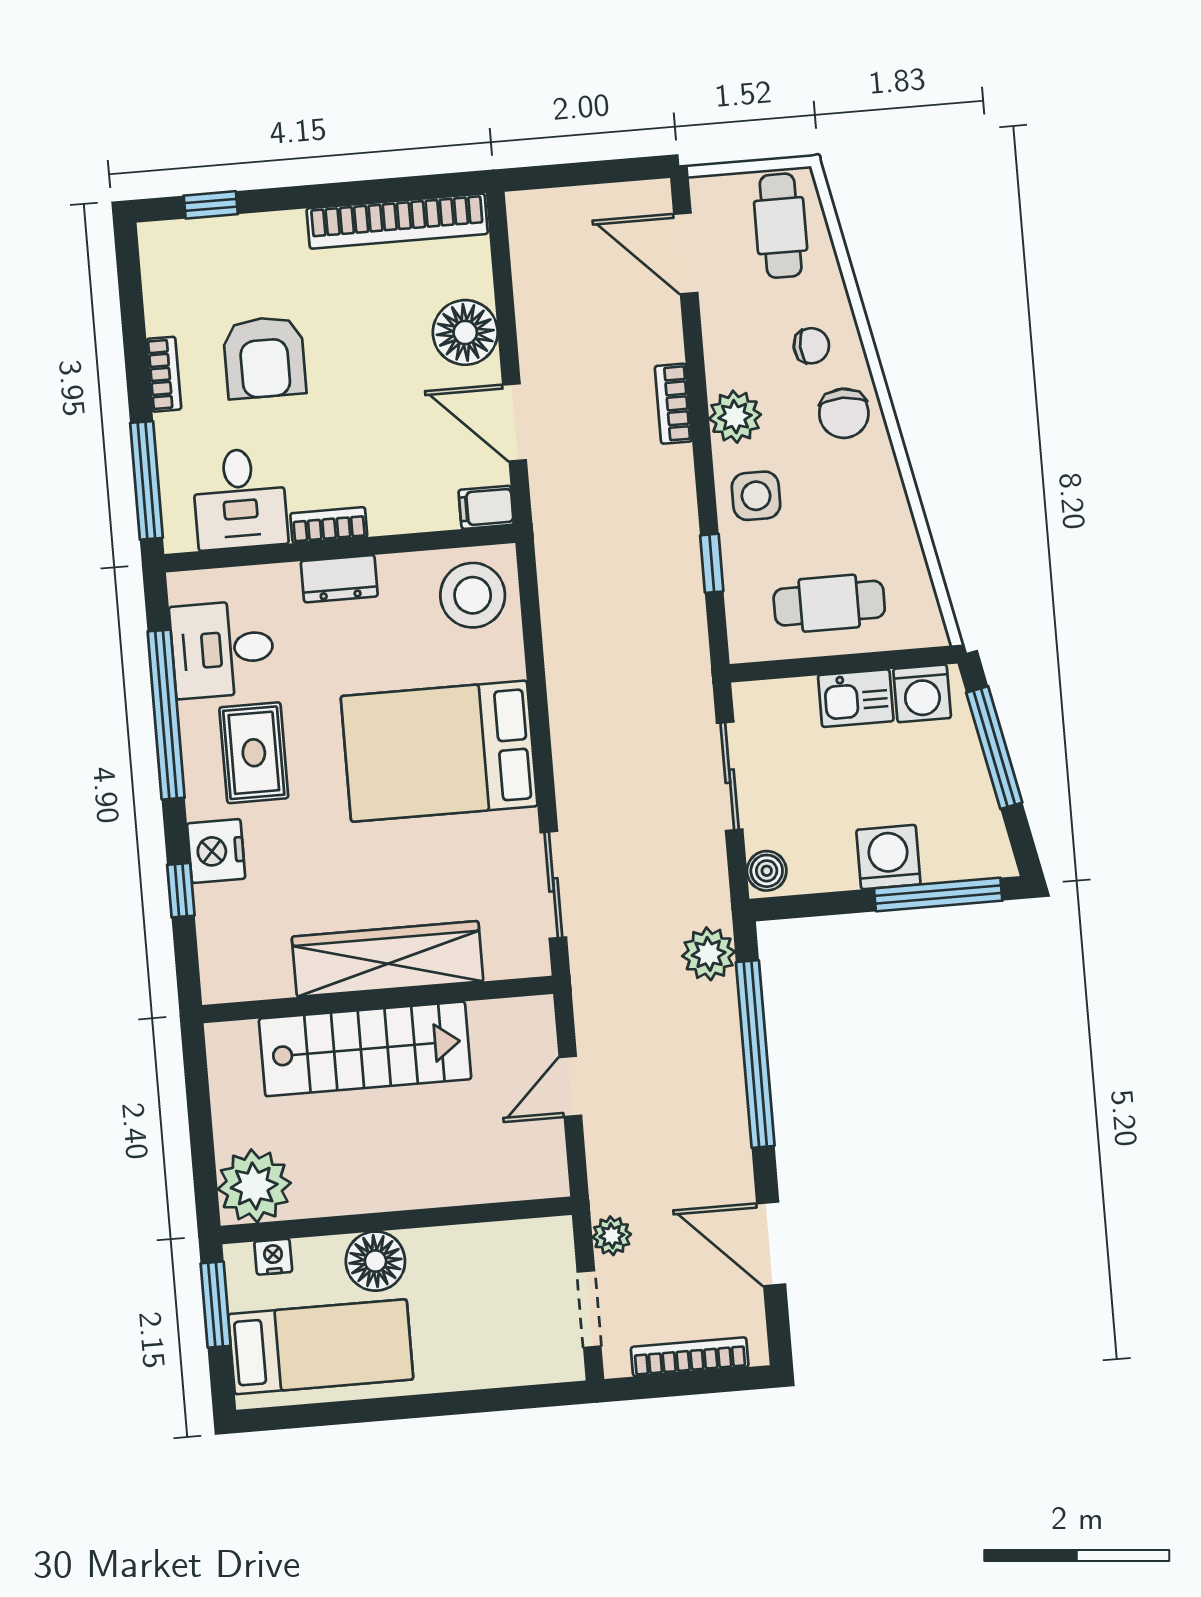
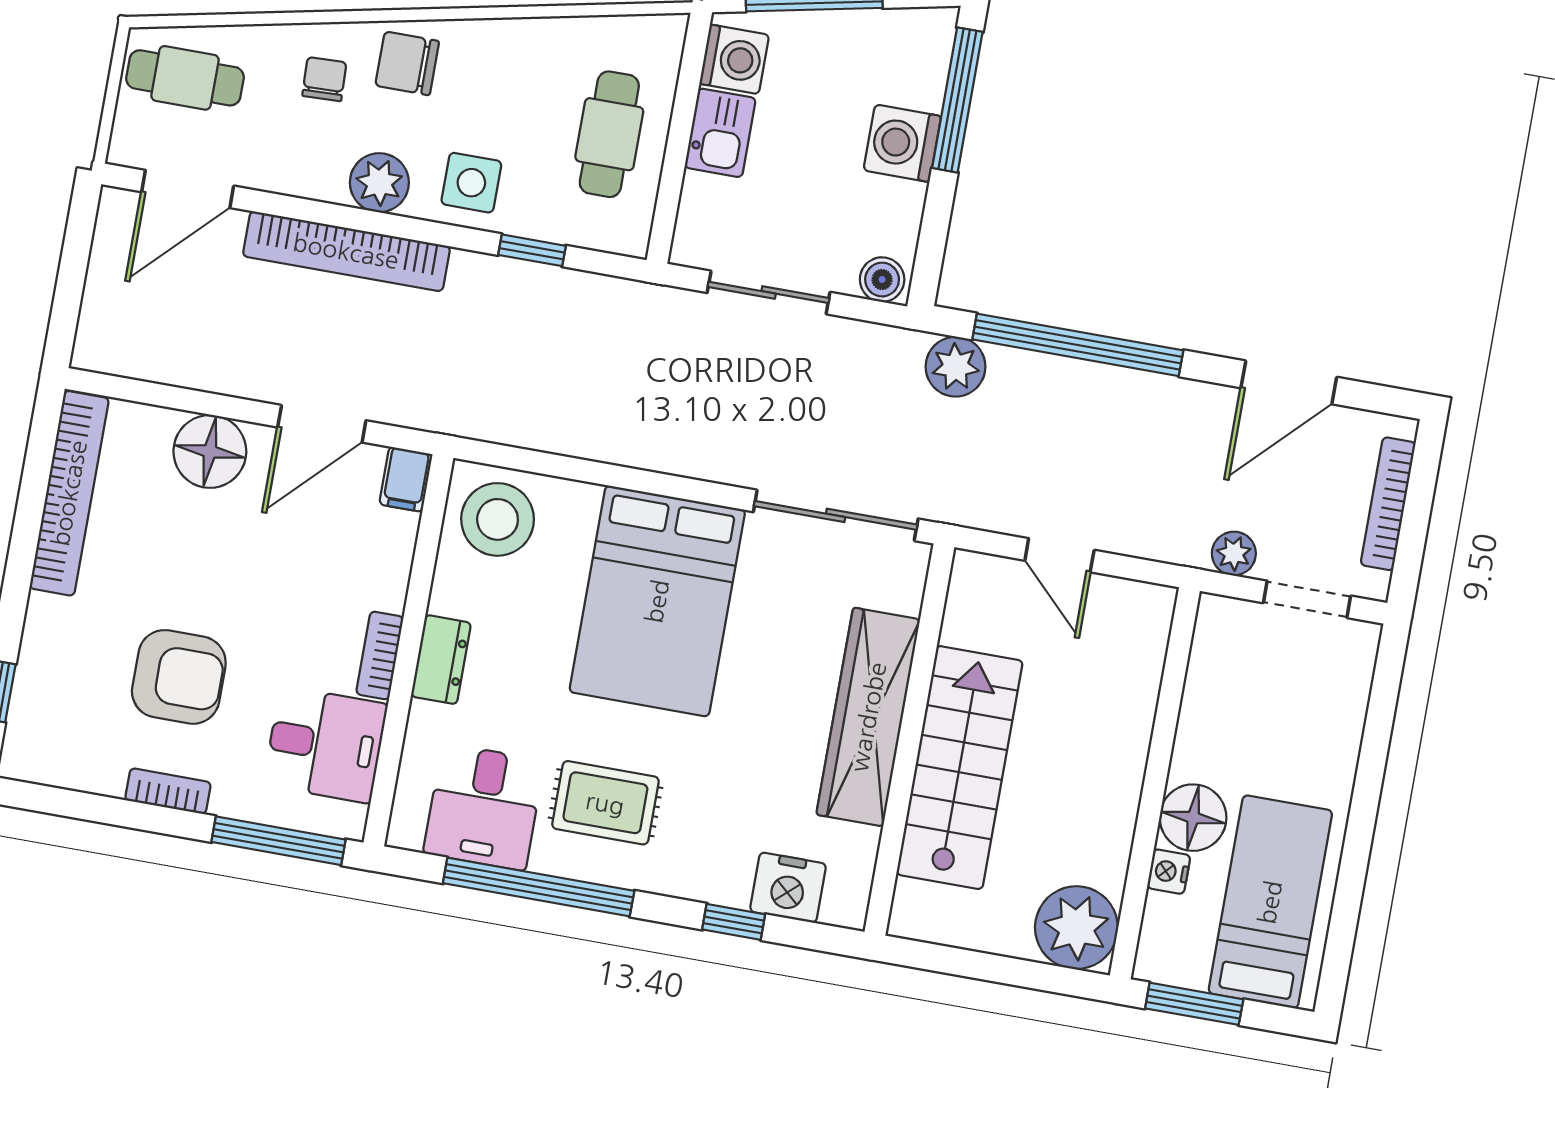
bookcase: (673, 404) -> (346, 251), width x2.31, depth x1.31
chair: (844, 413) -> (407, 63), turned 180
nightstand: (216, 851) -> (788, 888), moved
sliding door: (553, 885) -> (836, 515), width x1.37
nightstand: (273, 1257) -> (1169, 872), moved

